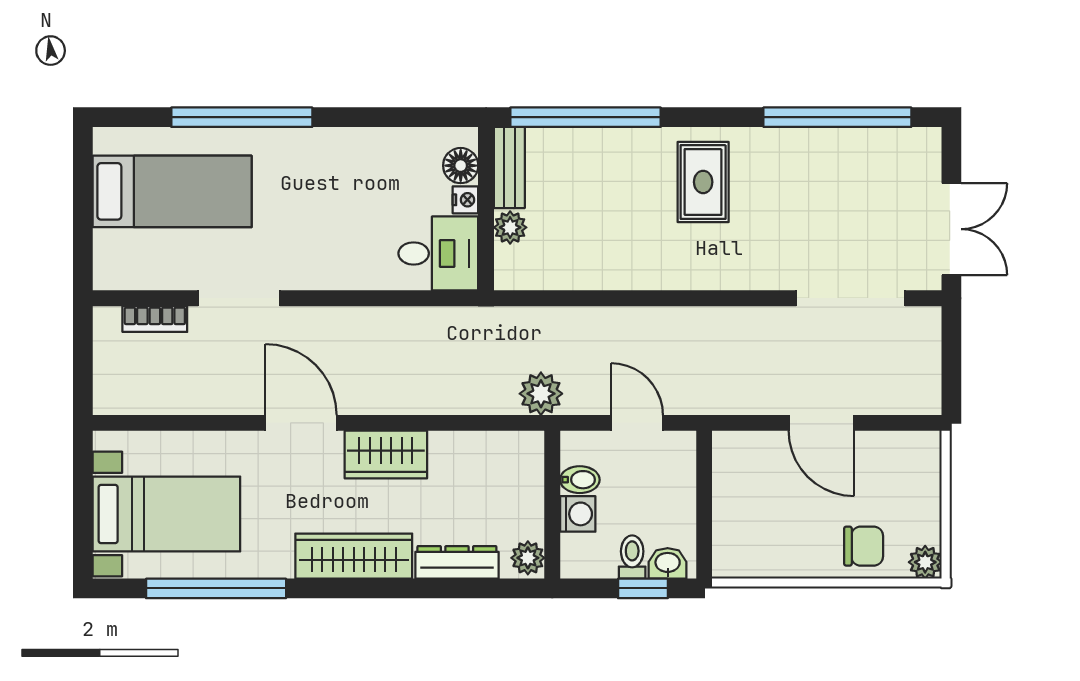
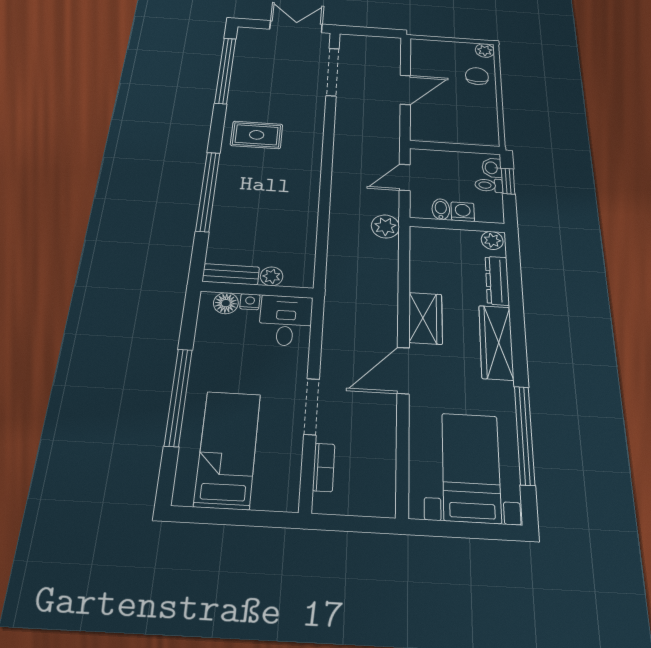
floor lamp: (461, 166) -> (226, 303), moved
bench: (509, 167) -> (231, 274), moved
nightstand: (465, 200) -> (250, 302), moved
wall: (486, 209) -> (257, 290), moved
plant: (510, 227) -> (272, 276), moved
desk: (438, 253) -> (286, 321), moved

